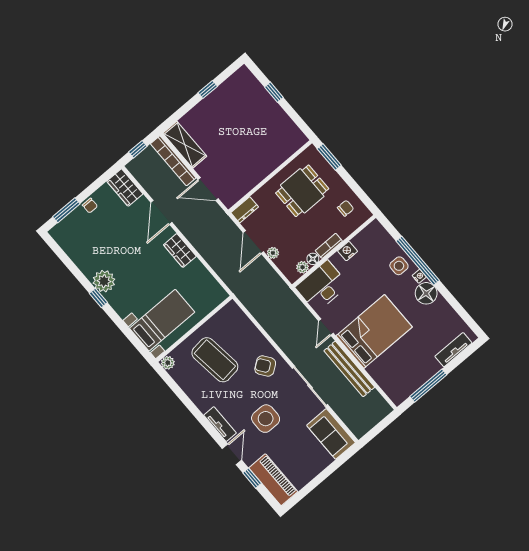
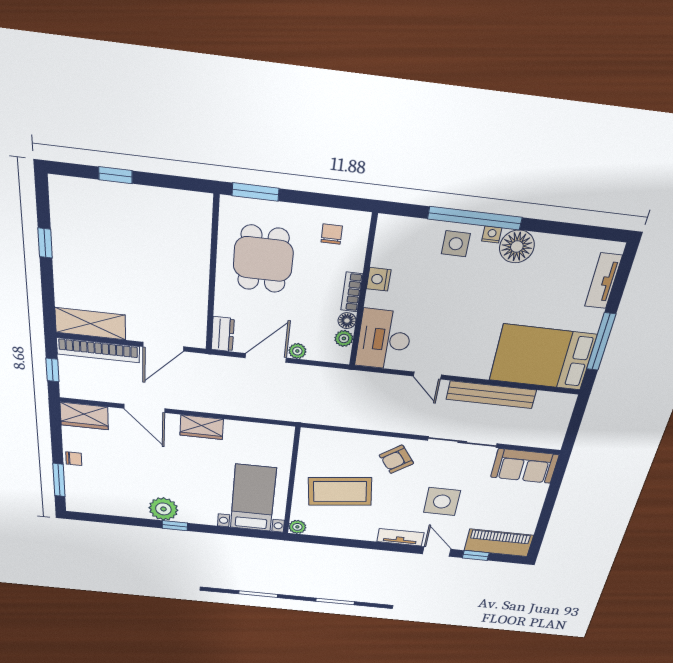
door: (253, 242) -> (266, 358), swing flipped
bed: (374, 331) -> (543, 357), moved, turned -90

